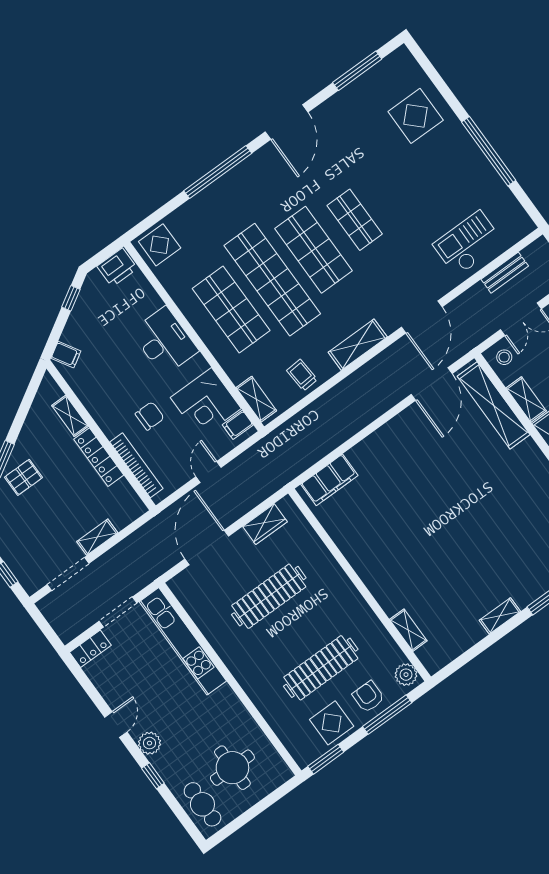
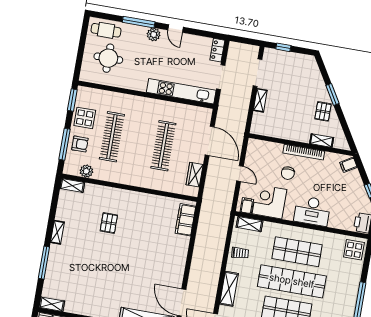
locker: (99, 457) -> (292, 135), removed
bookcase: (136, 465) -> (304, 152), moved
pallet: (24, 477) -> (323, 111), moved
pallet: (426, 567) -> (109, 223), added
shelving: (408, 630) -> (72, 186), moved
plant: (406, 675) -> (86, 171), moved
window: (153, 776) -> (139, 22), width x2.17

